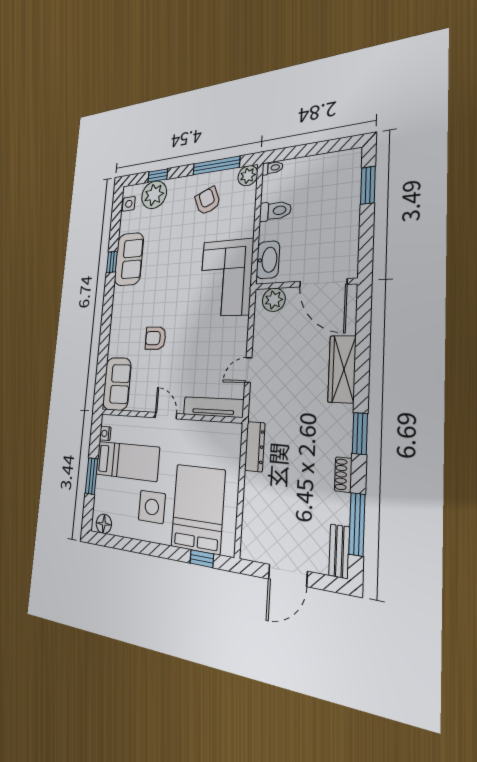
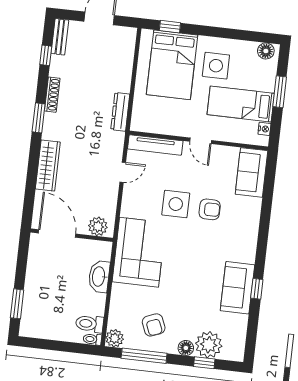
floor lamp: (175, 186) -> (186, 348), added
side table: (129, 204) -> (176, 204), moved, width x1.87, depth x1.87
toilet: (275, 211) -> (90, 324), moved
washbasin: (268, 260) -> (99, 277), moved
shoe rack: (343, 475) -> (52, 95), width x1.43
window: (357, 524) -> (46, 55), width x0.46

